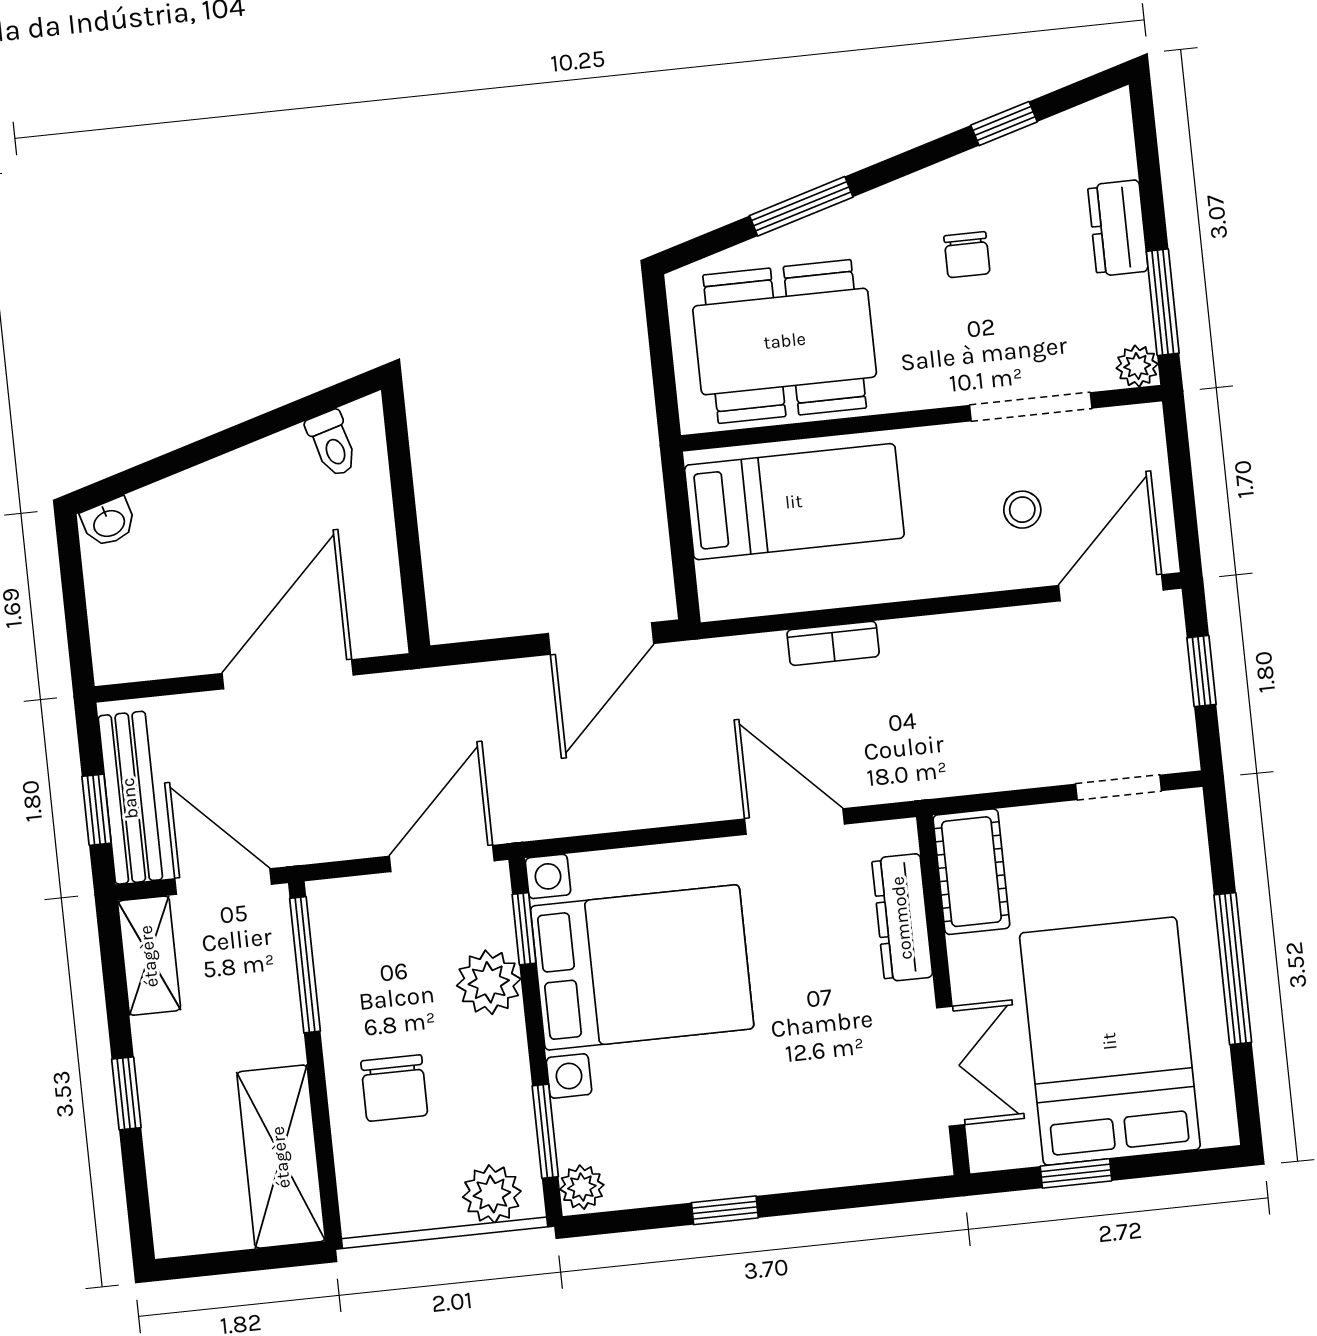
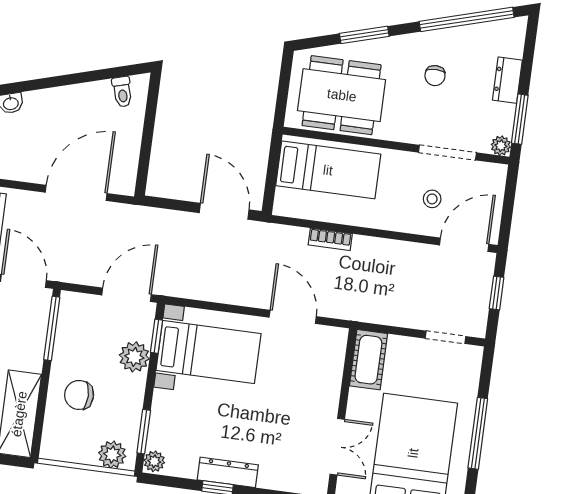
window: (1004, 123) -> (467, 19), width x3.17
door: (601, 638) -> (224, 211), swing flipped
dresser: (902, 918) -> (228, 472), moved, turned 90
bed with nightstands: (642, 967) -> (208, 352), width x0.73
chair: (394, 1088) -> (79, 395), turned 90

